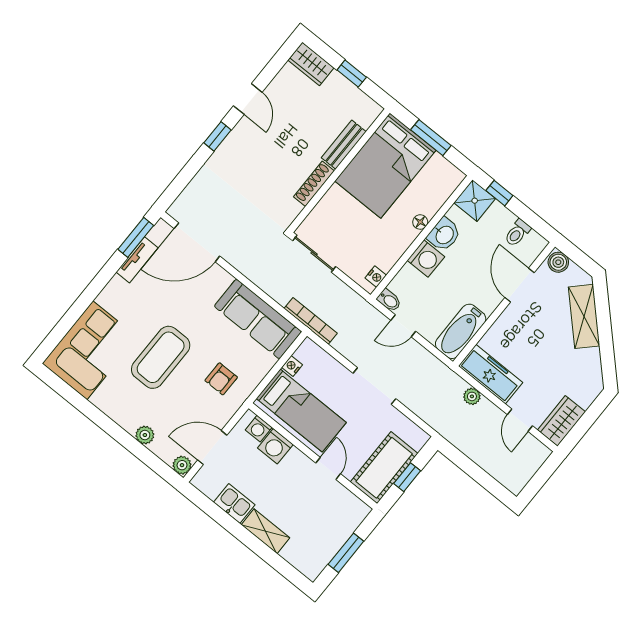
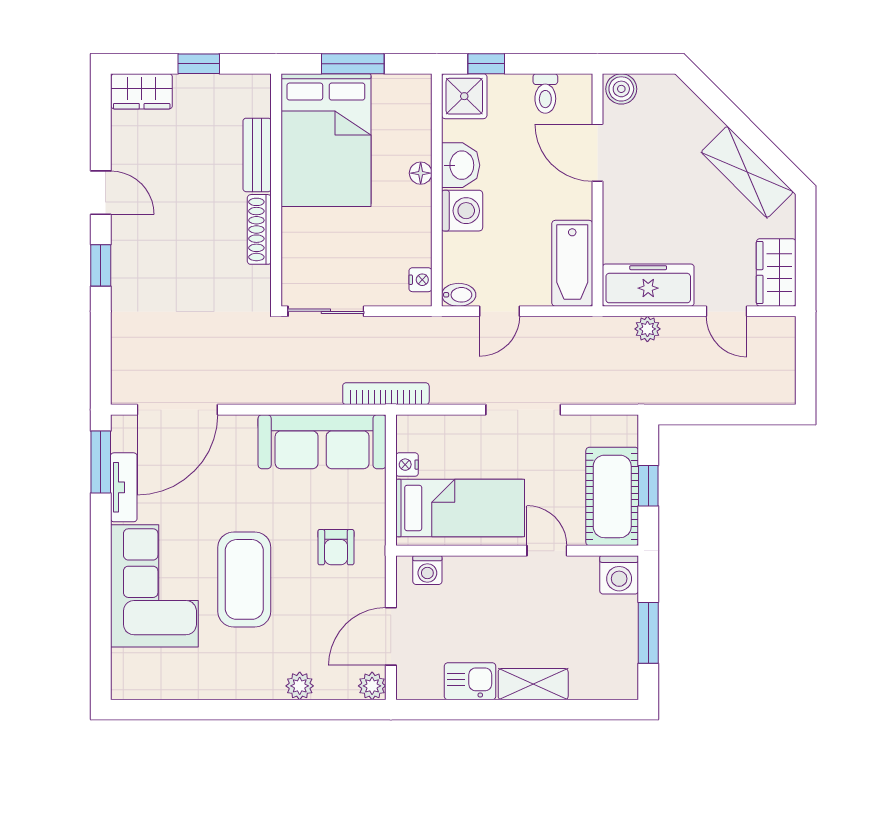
shelving: (584, 316) -> (747, 172), moved
corner sofa: (90, 350) -> (154, 586), moved
washing machine: (275, 446) -> (619, 575), moved

